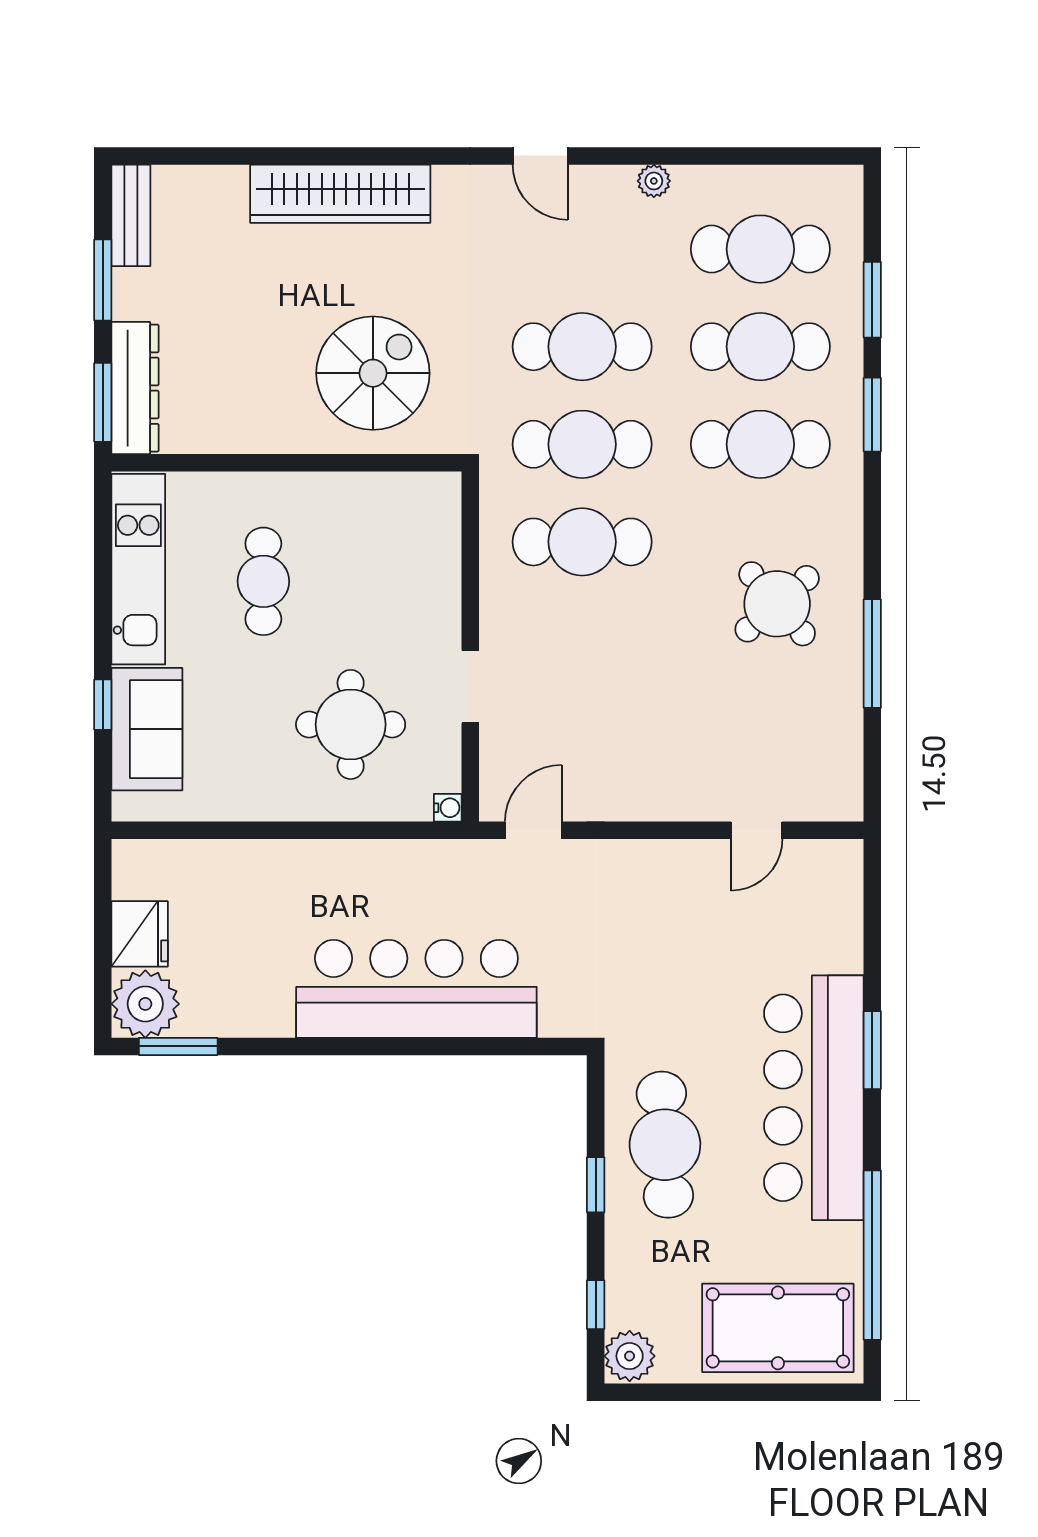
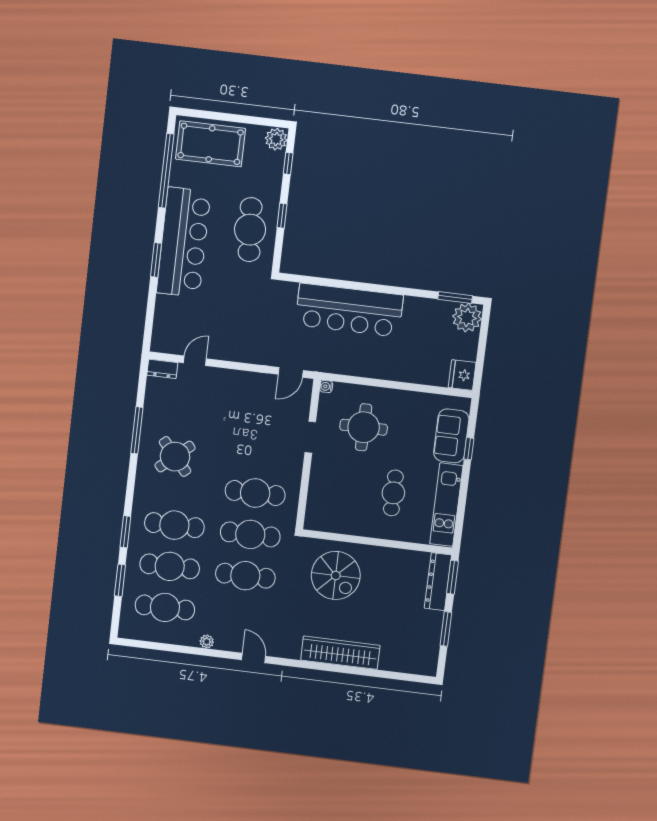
bench: (131, 215) -> (430, 655), removed
spiral stairs: (373, 373) -> (336, 575), turned -90
dresser: (830, 802) -> (162, 369), added
fridge: (140, 934) -> (462, 375), moved

